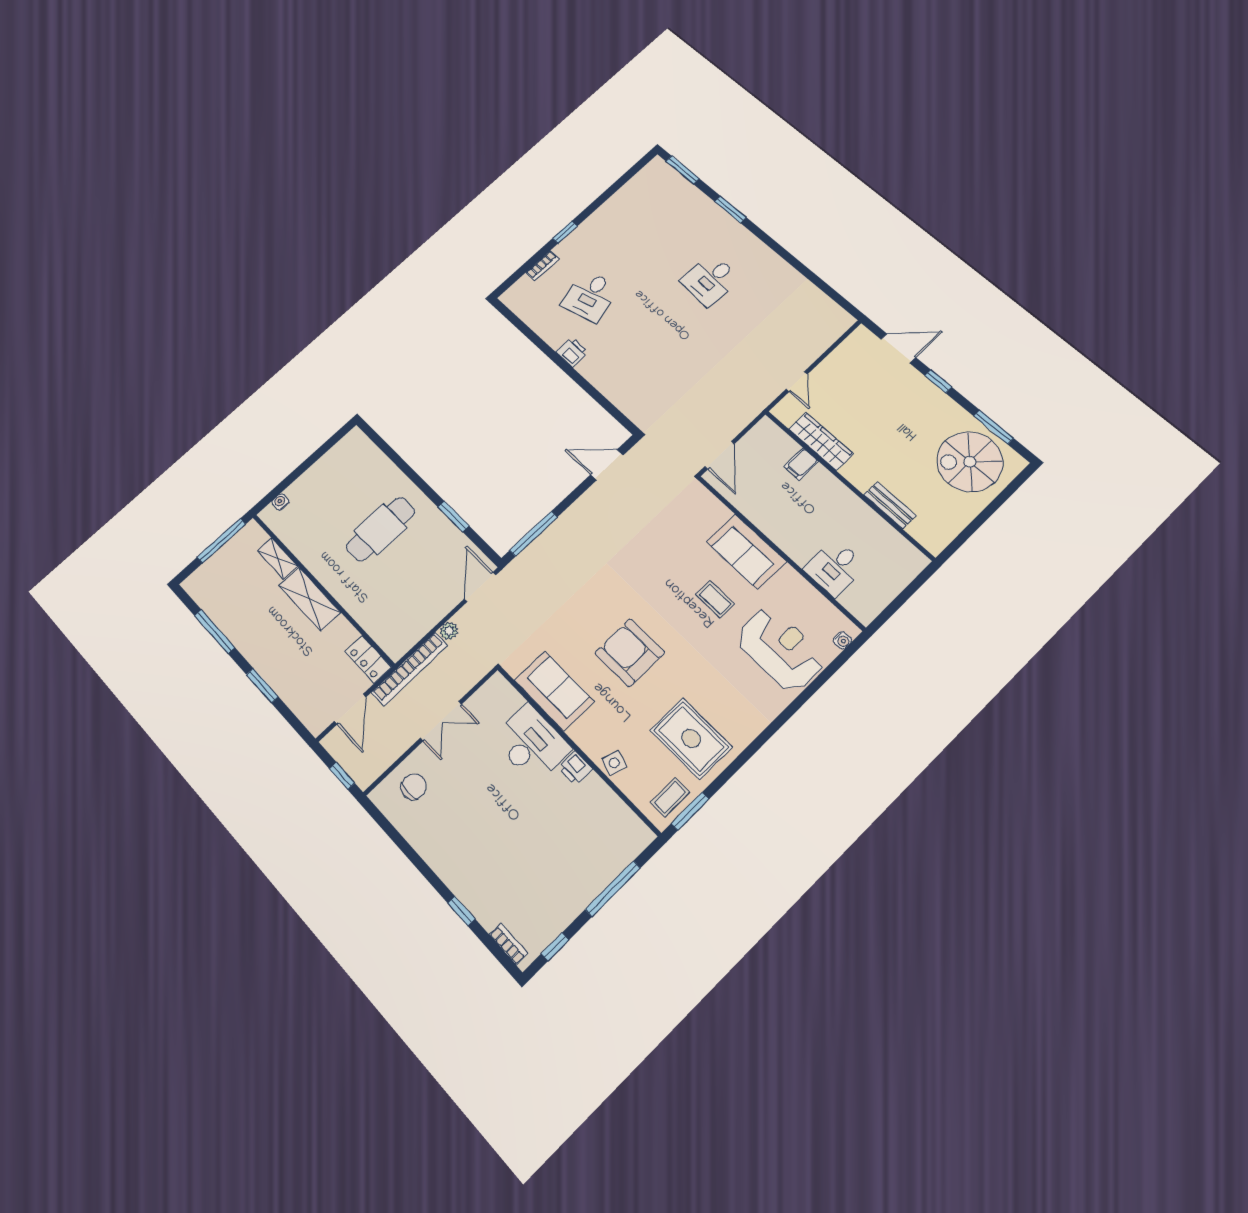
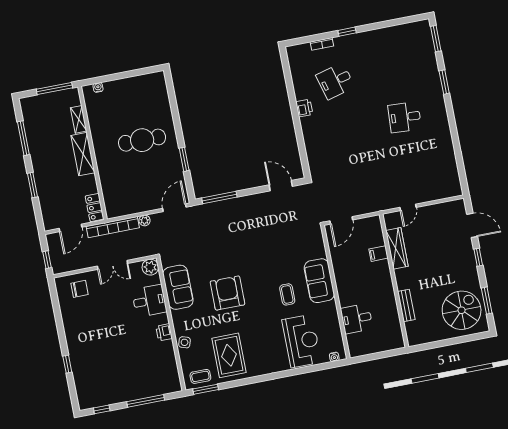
spiral stairs: (970, 462) -> (462, 310), turned 90
plant: (497, 689) -> (150, 267), added
desk: (531, 744) -> (149, 301), width x0.73
bookcase: (508, 944) -> (81, 394), removed

